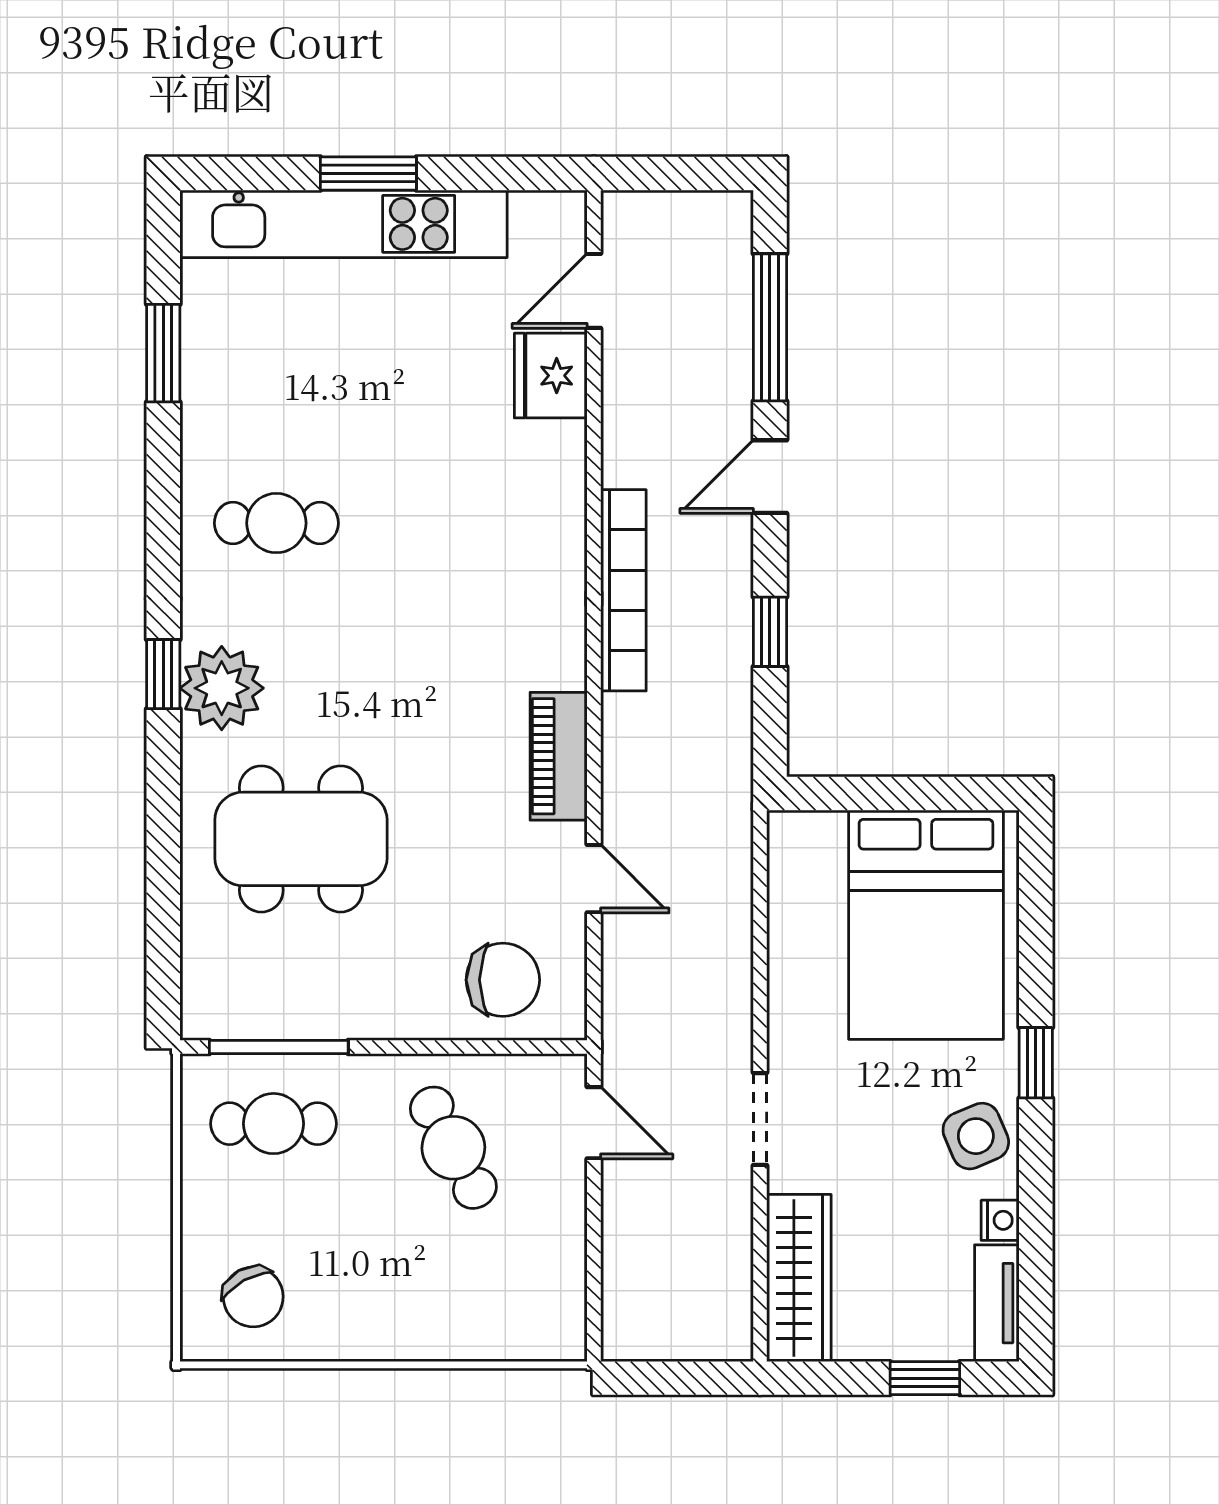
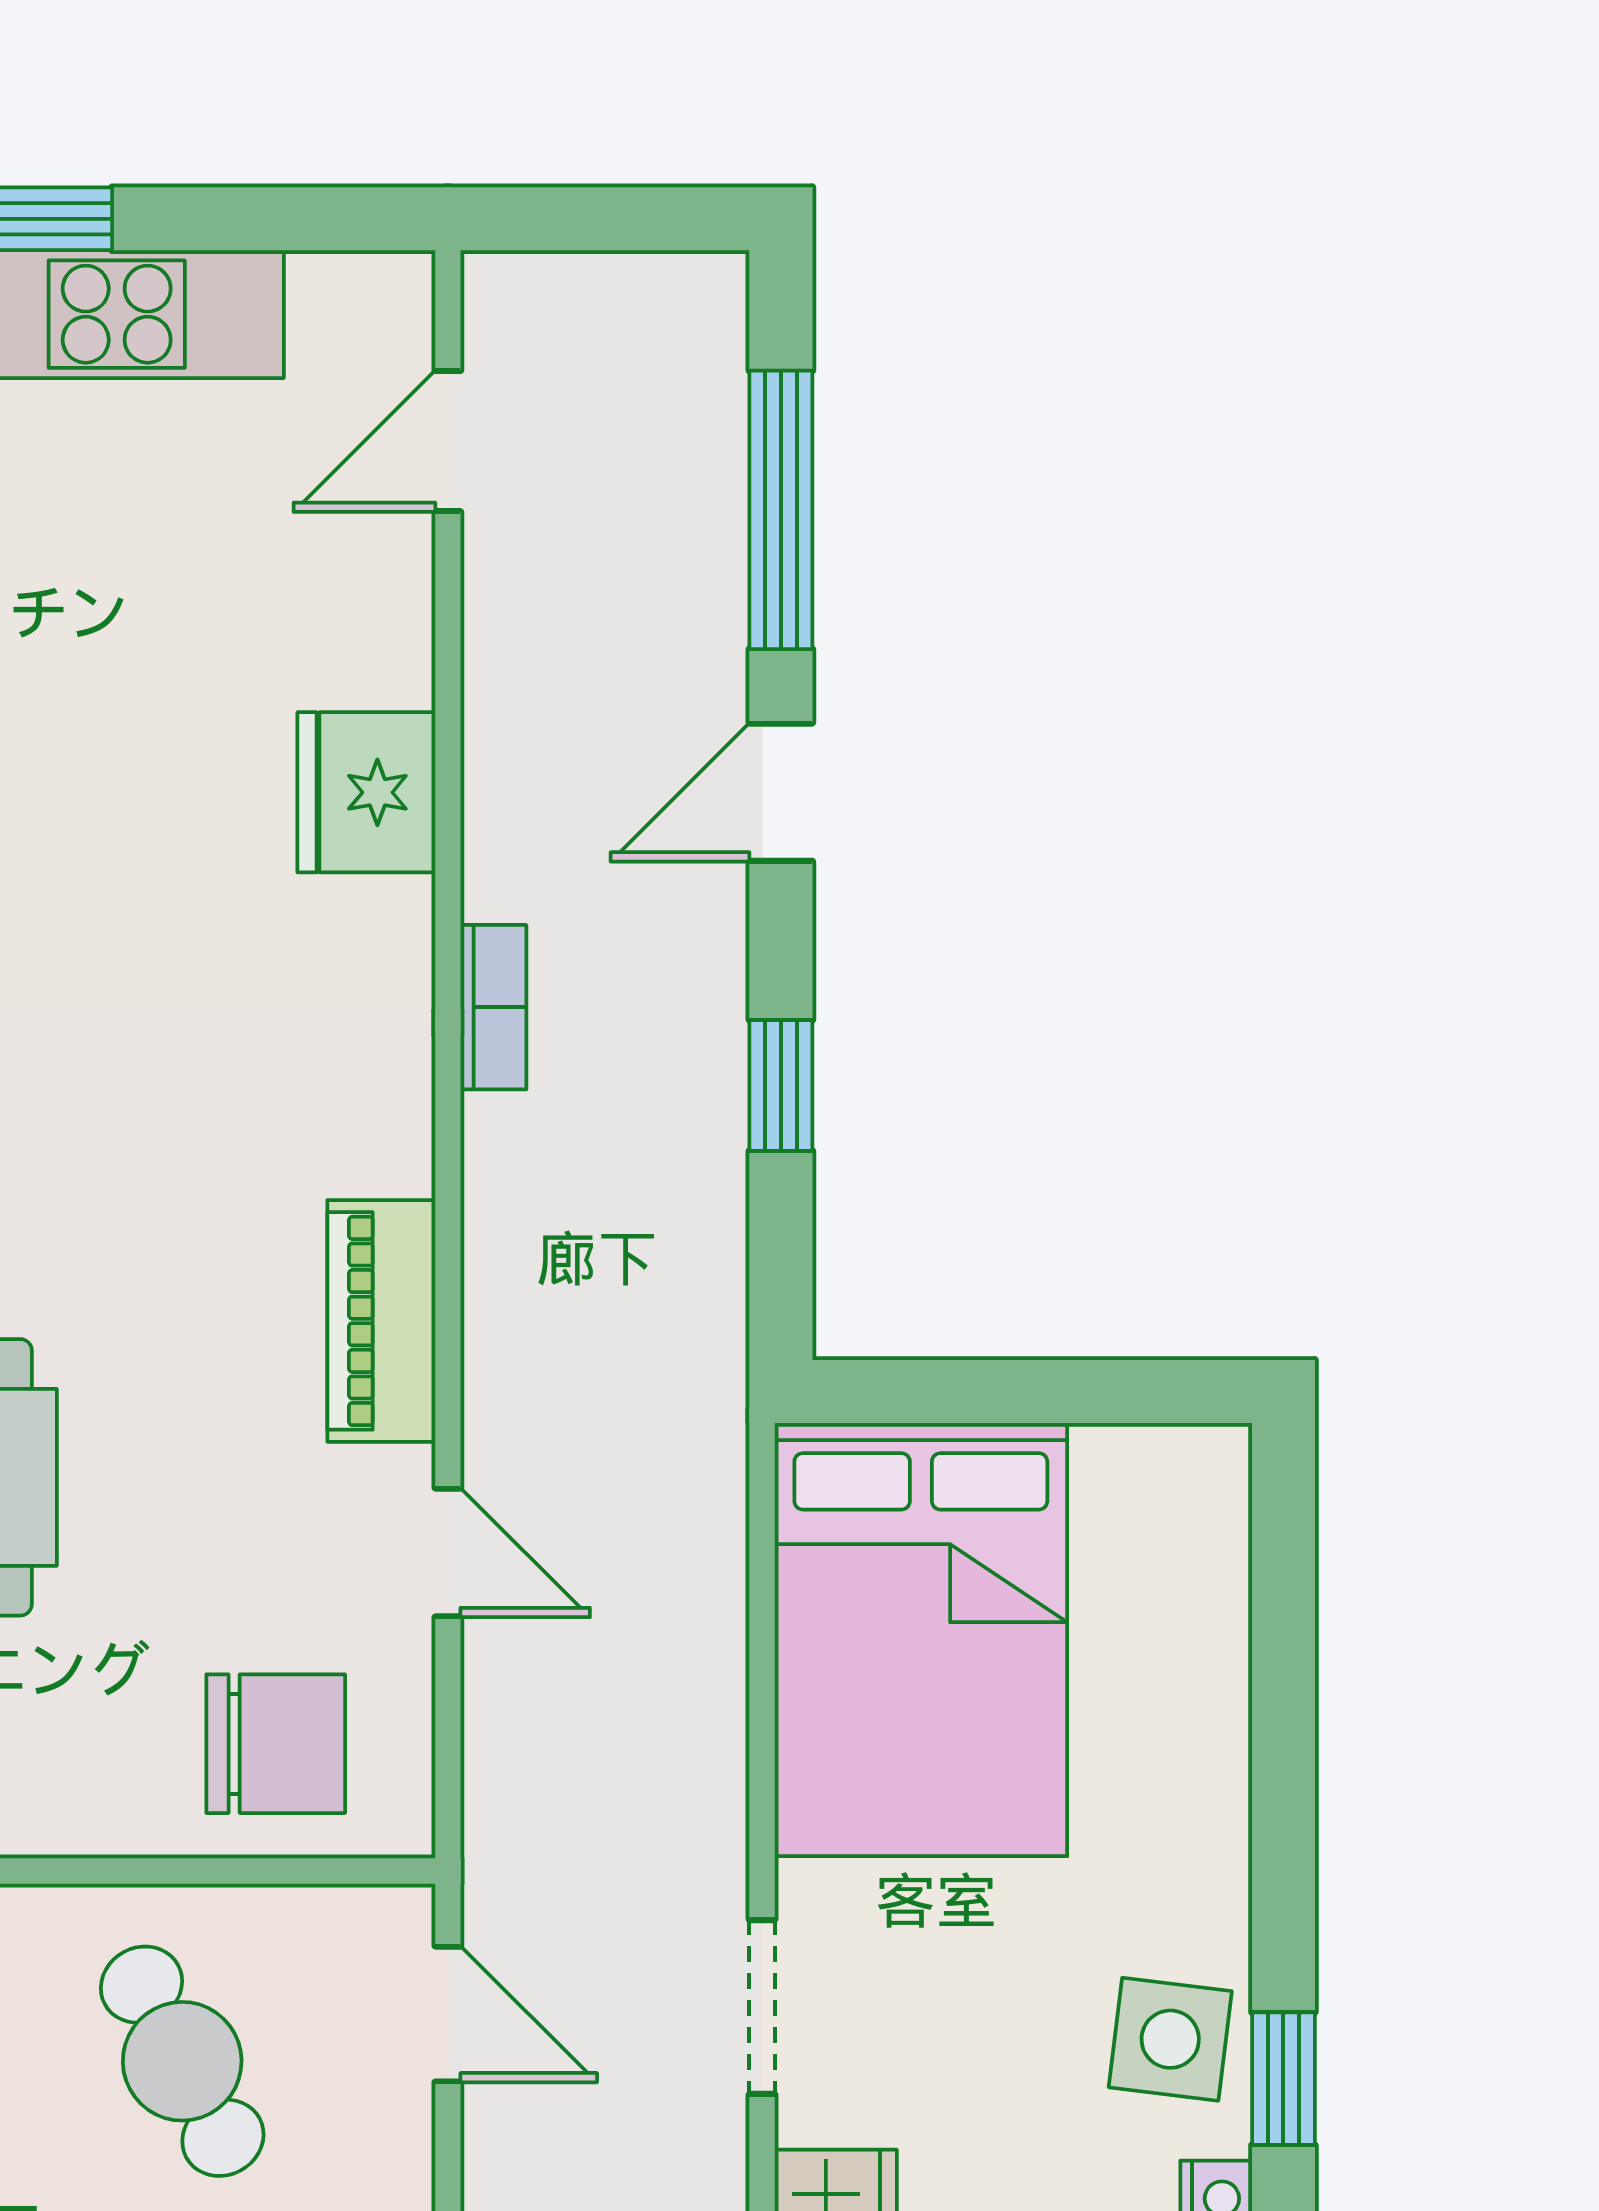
fridge: (551, 376) -> (366, 792), moved
bookcase: (623, 590) -> (493, 1007), width x0.43, depth x0.76
bed: (926, 925) -> (921, 1640), moved
window: (1036, 1063) -> (1283, 2079), moved
side table: (976, 1136) -> (1170, 2039), turned 30

